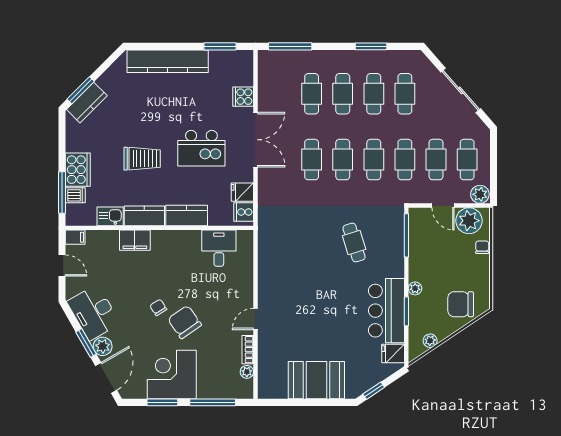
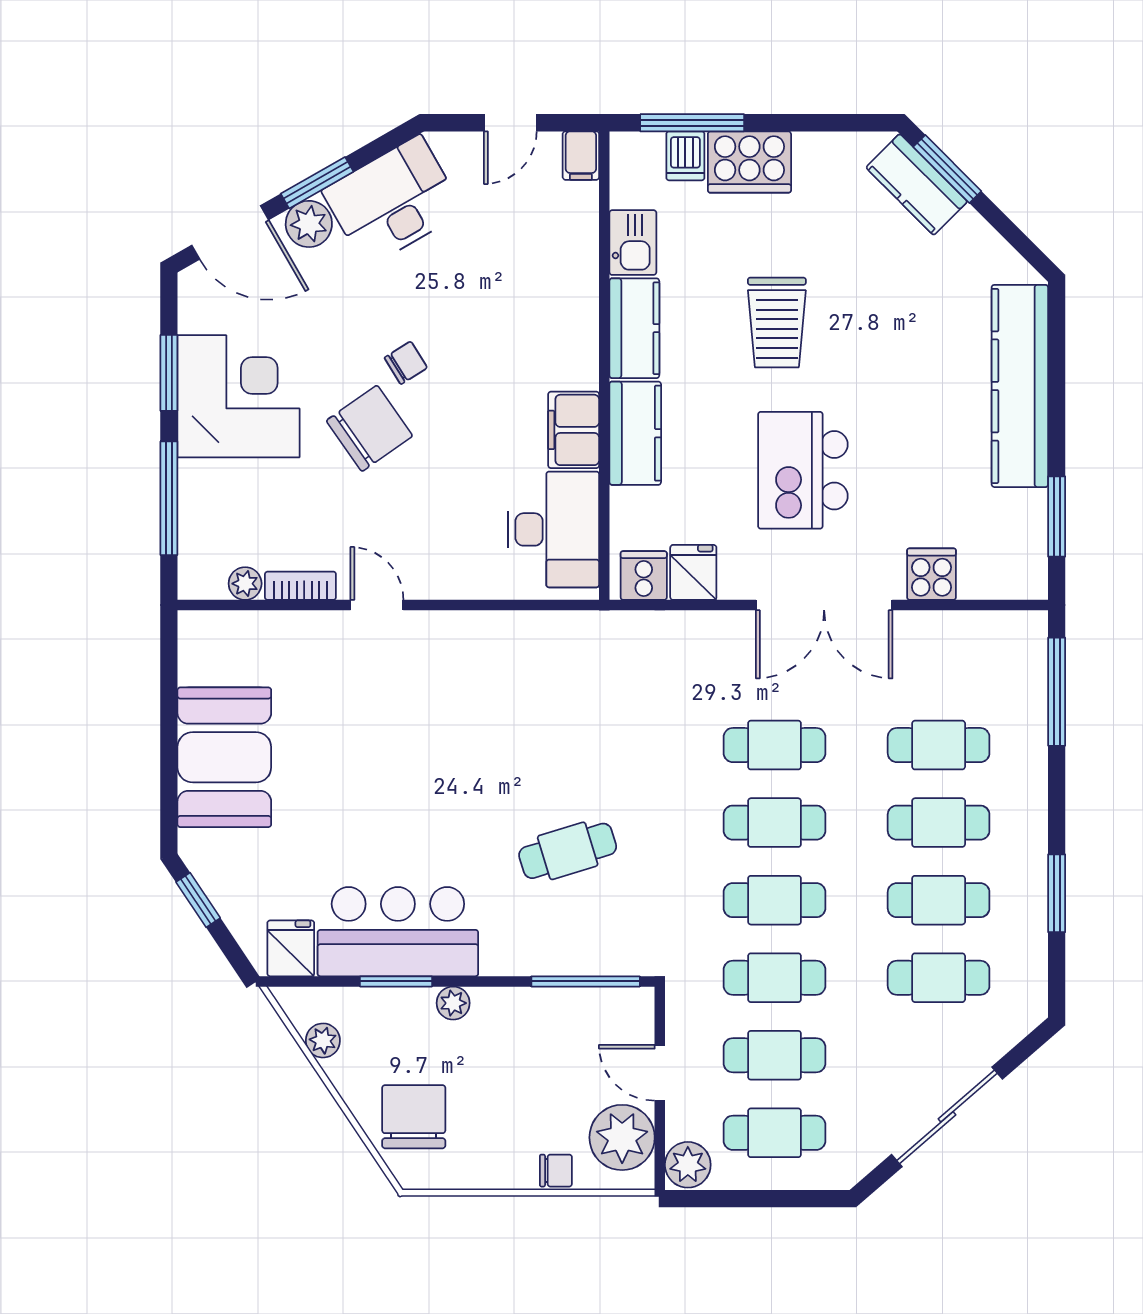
door: (443, 206) -> (660, 1073), hinge flipped
filing cabinet: (135, 240) -> (574, 430), moved
desk: (219, 248) -> (554, 529), width x1.37

